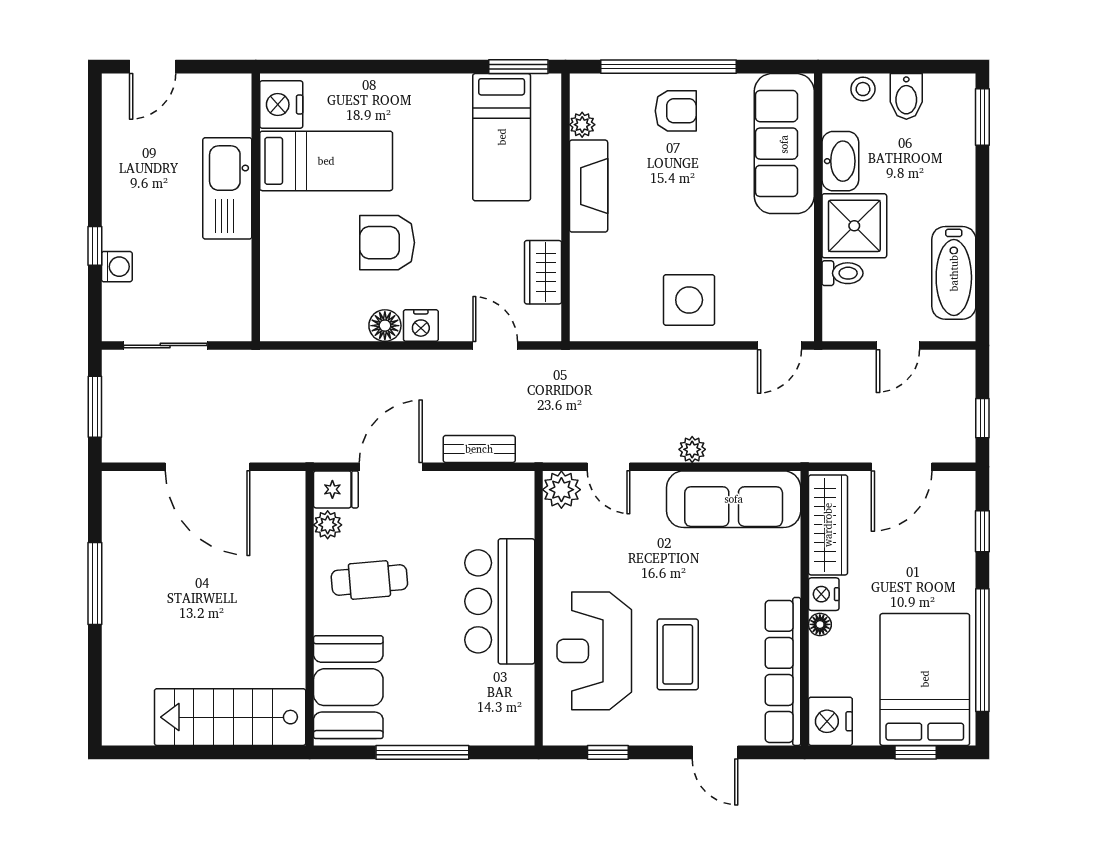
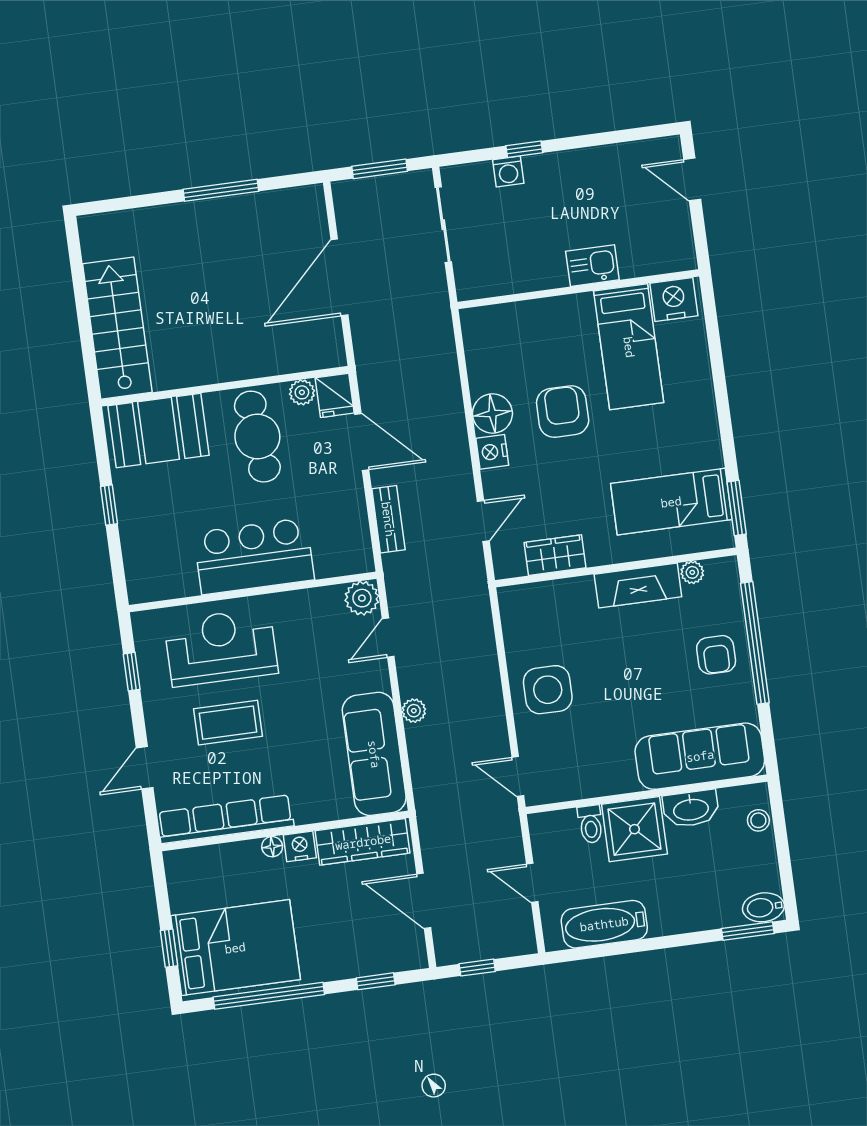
bidet: (906, 96) -> (763, 907), moved
kitchen sink: (227, 188) -> (592, 266), width x0.53, depth x0.81
floor lamp: (385, 326) -> (492, 414), width x1.38, depth x1.38
cafe table: (369, 580) -> (257, 437), width x1.37, depth x1.35
nightstand: (830, 721) -> (186, 868), removed
window: (422, 752) -> (109, 505), width x0.46

